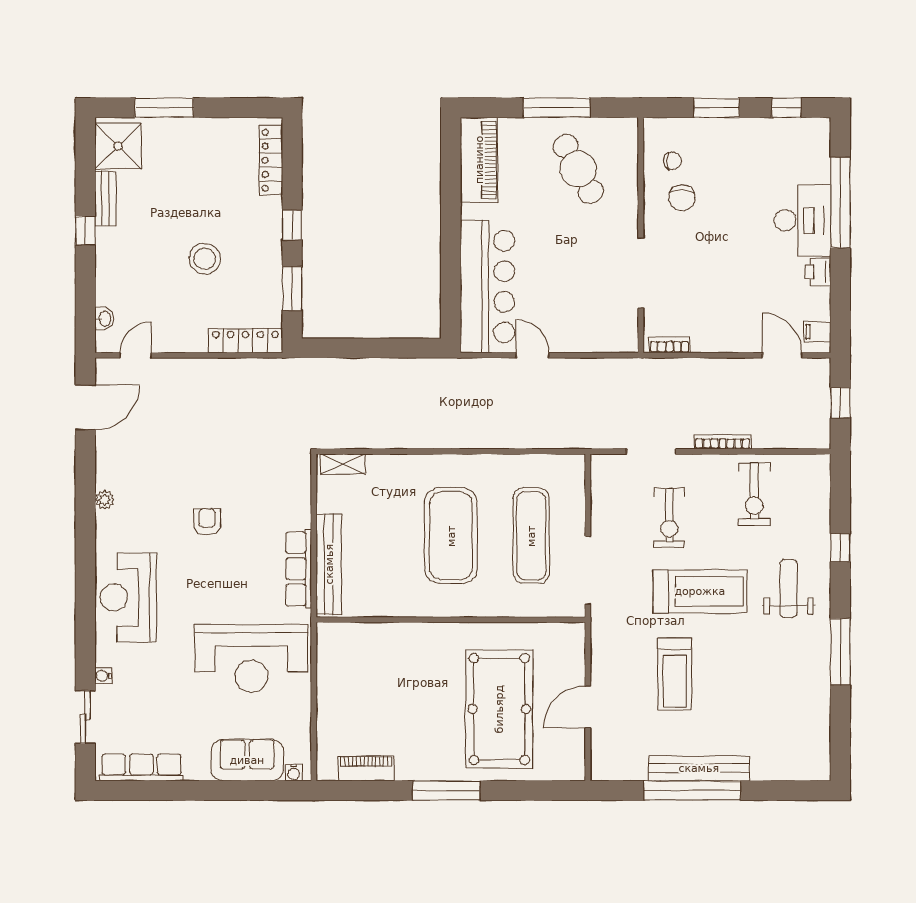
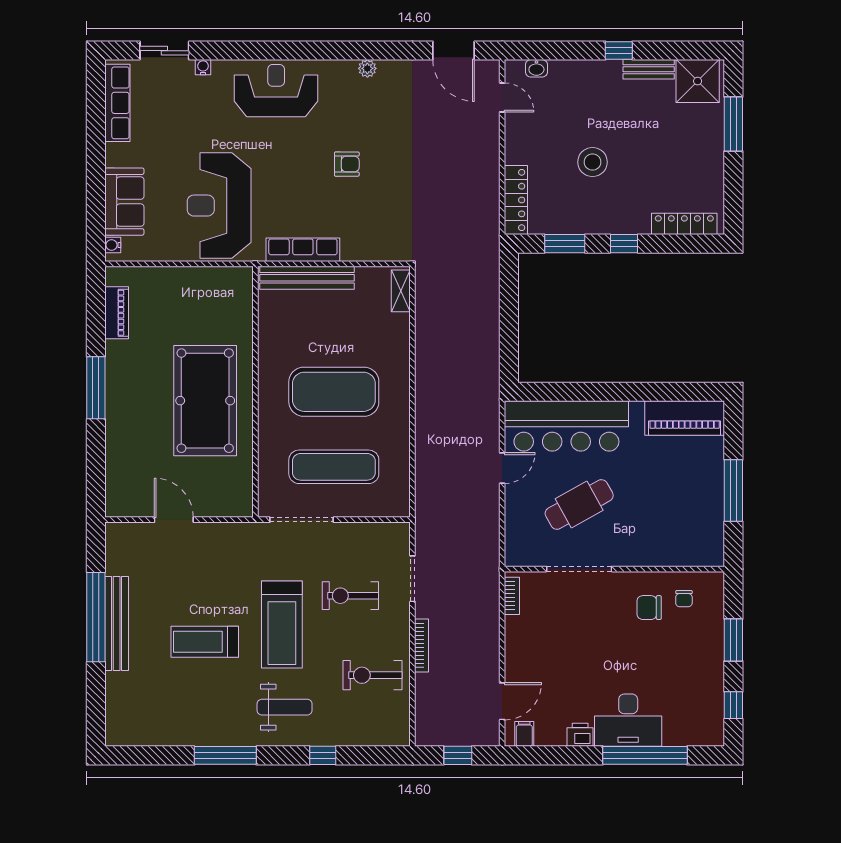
cafe table: (578, 169) -> (579, 504), moved
treadmill: (675, 674) -> (205, 642), moved
pool table: (499, 709) -> (205, 401), moved, turned 90

